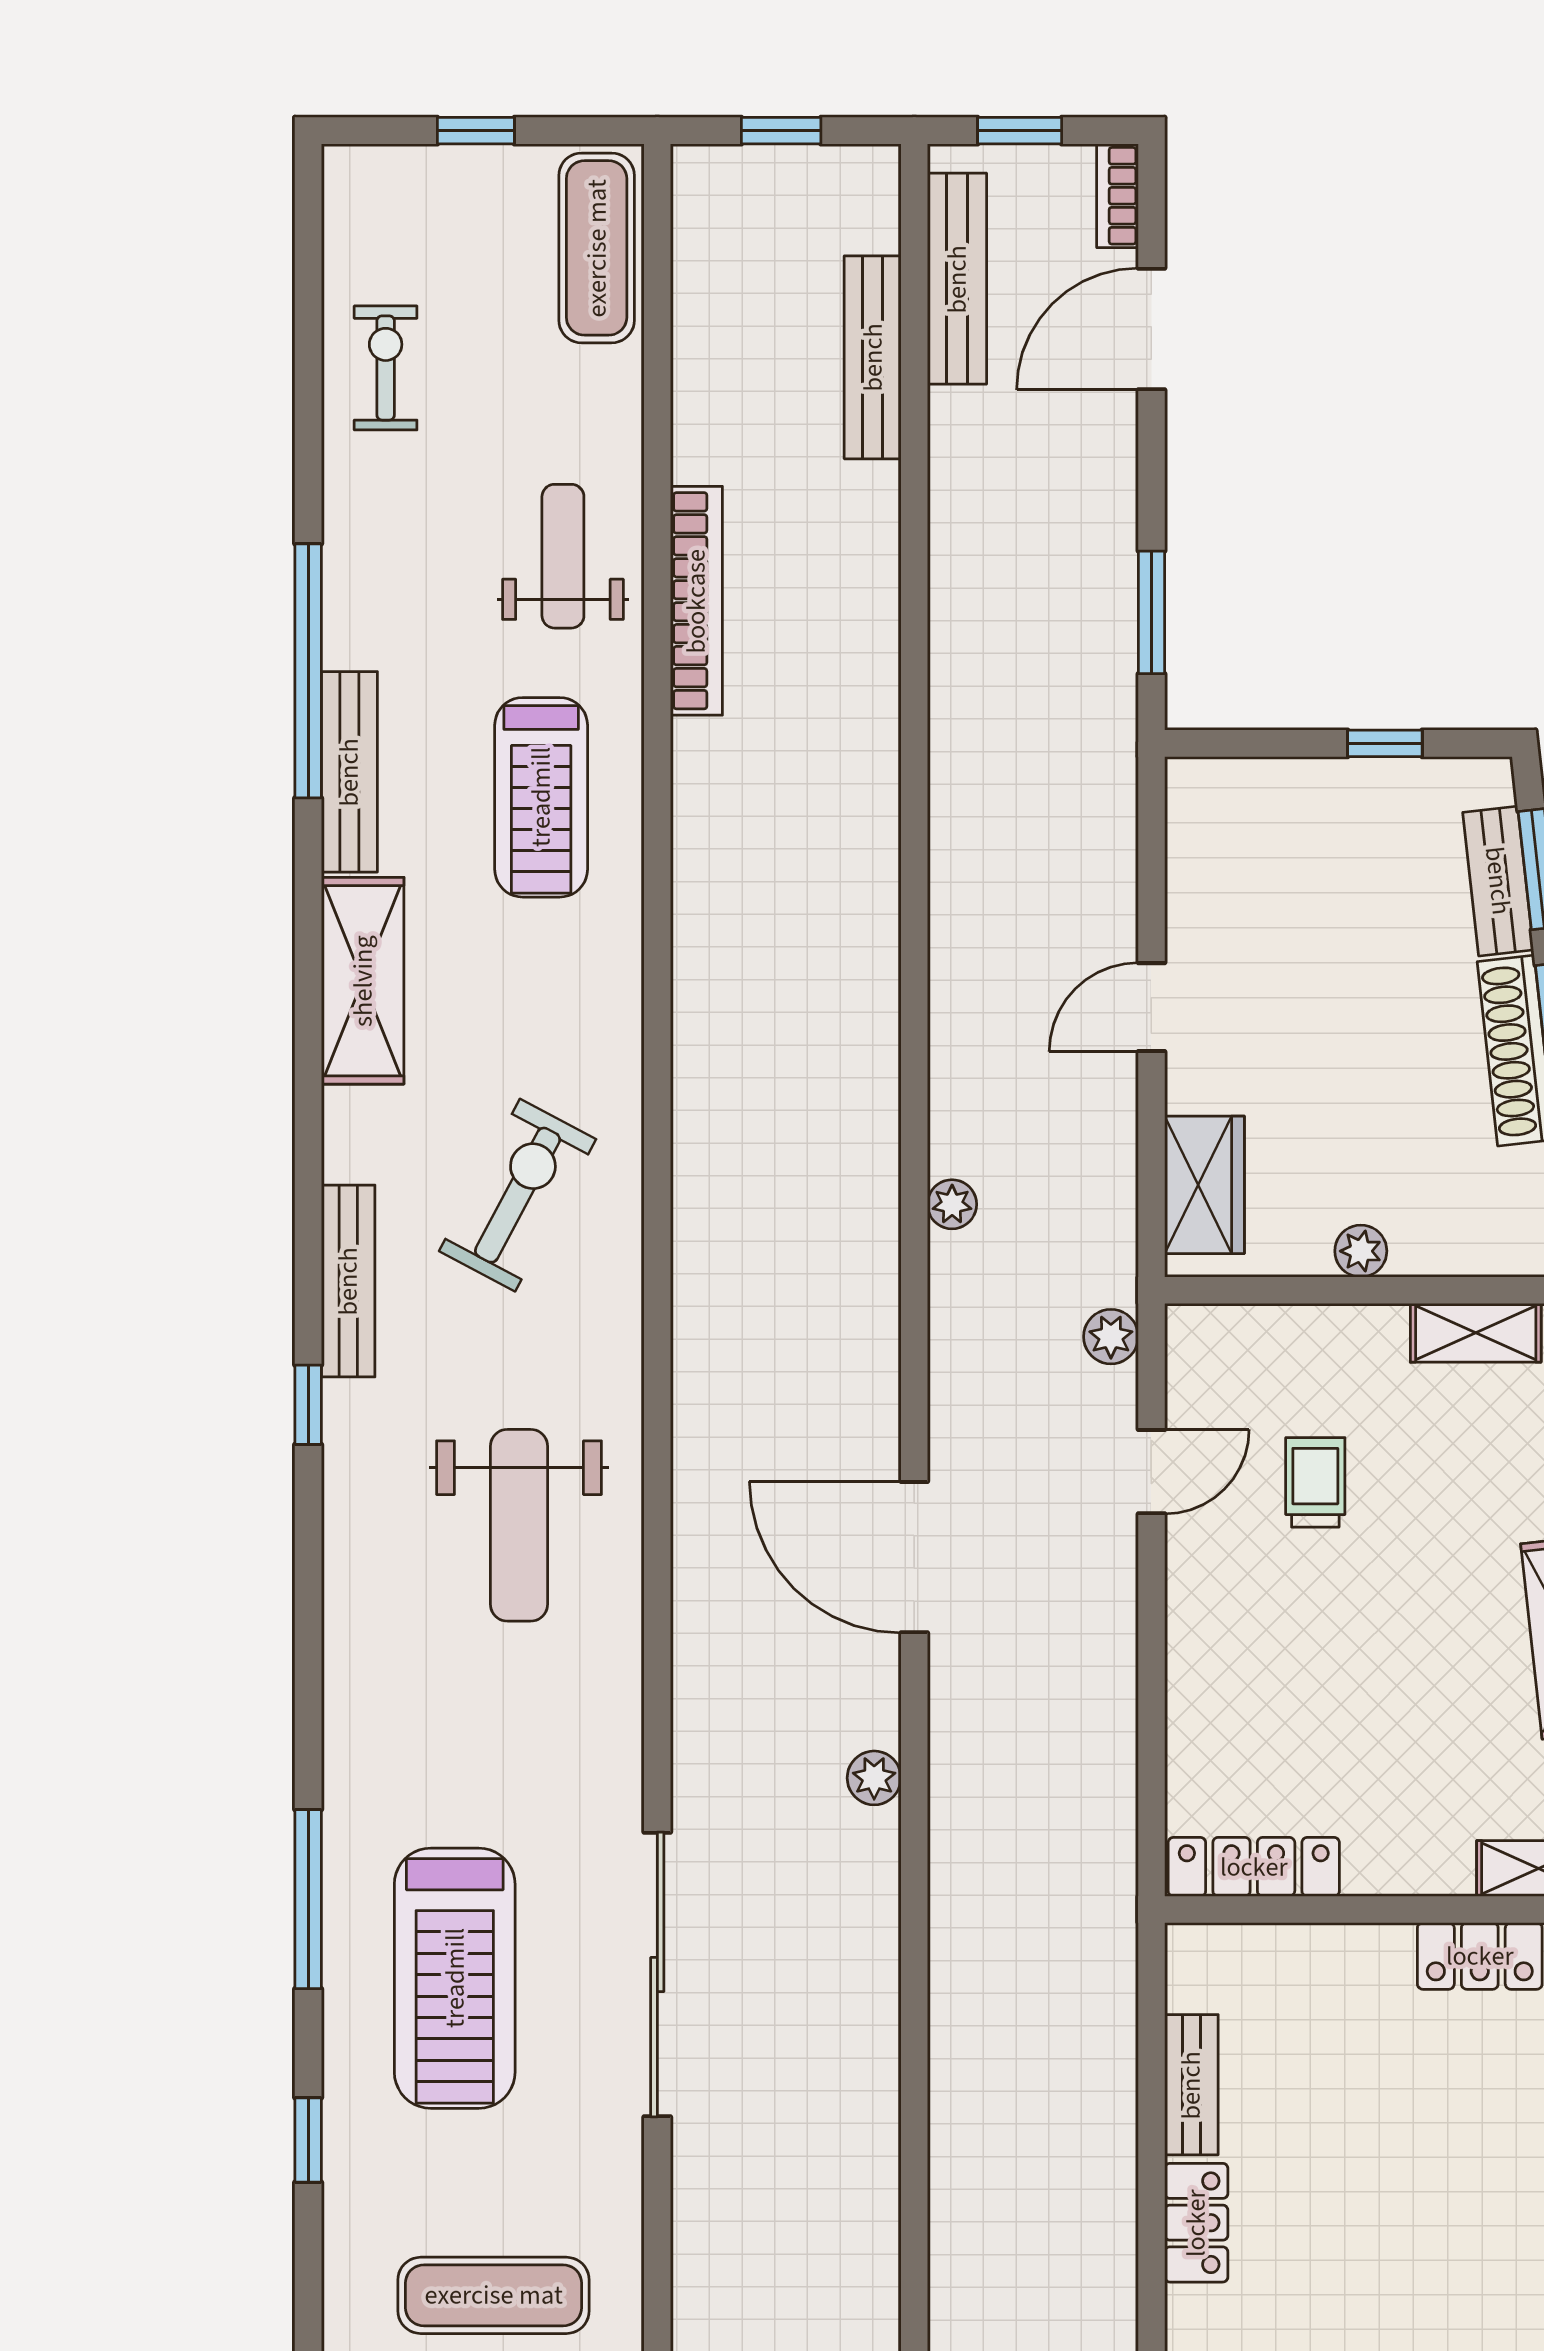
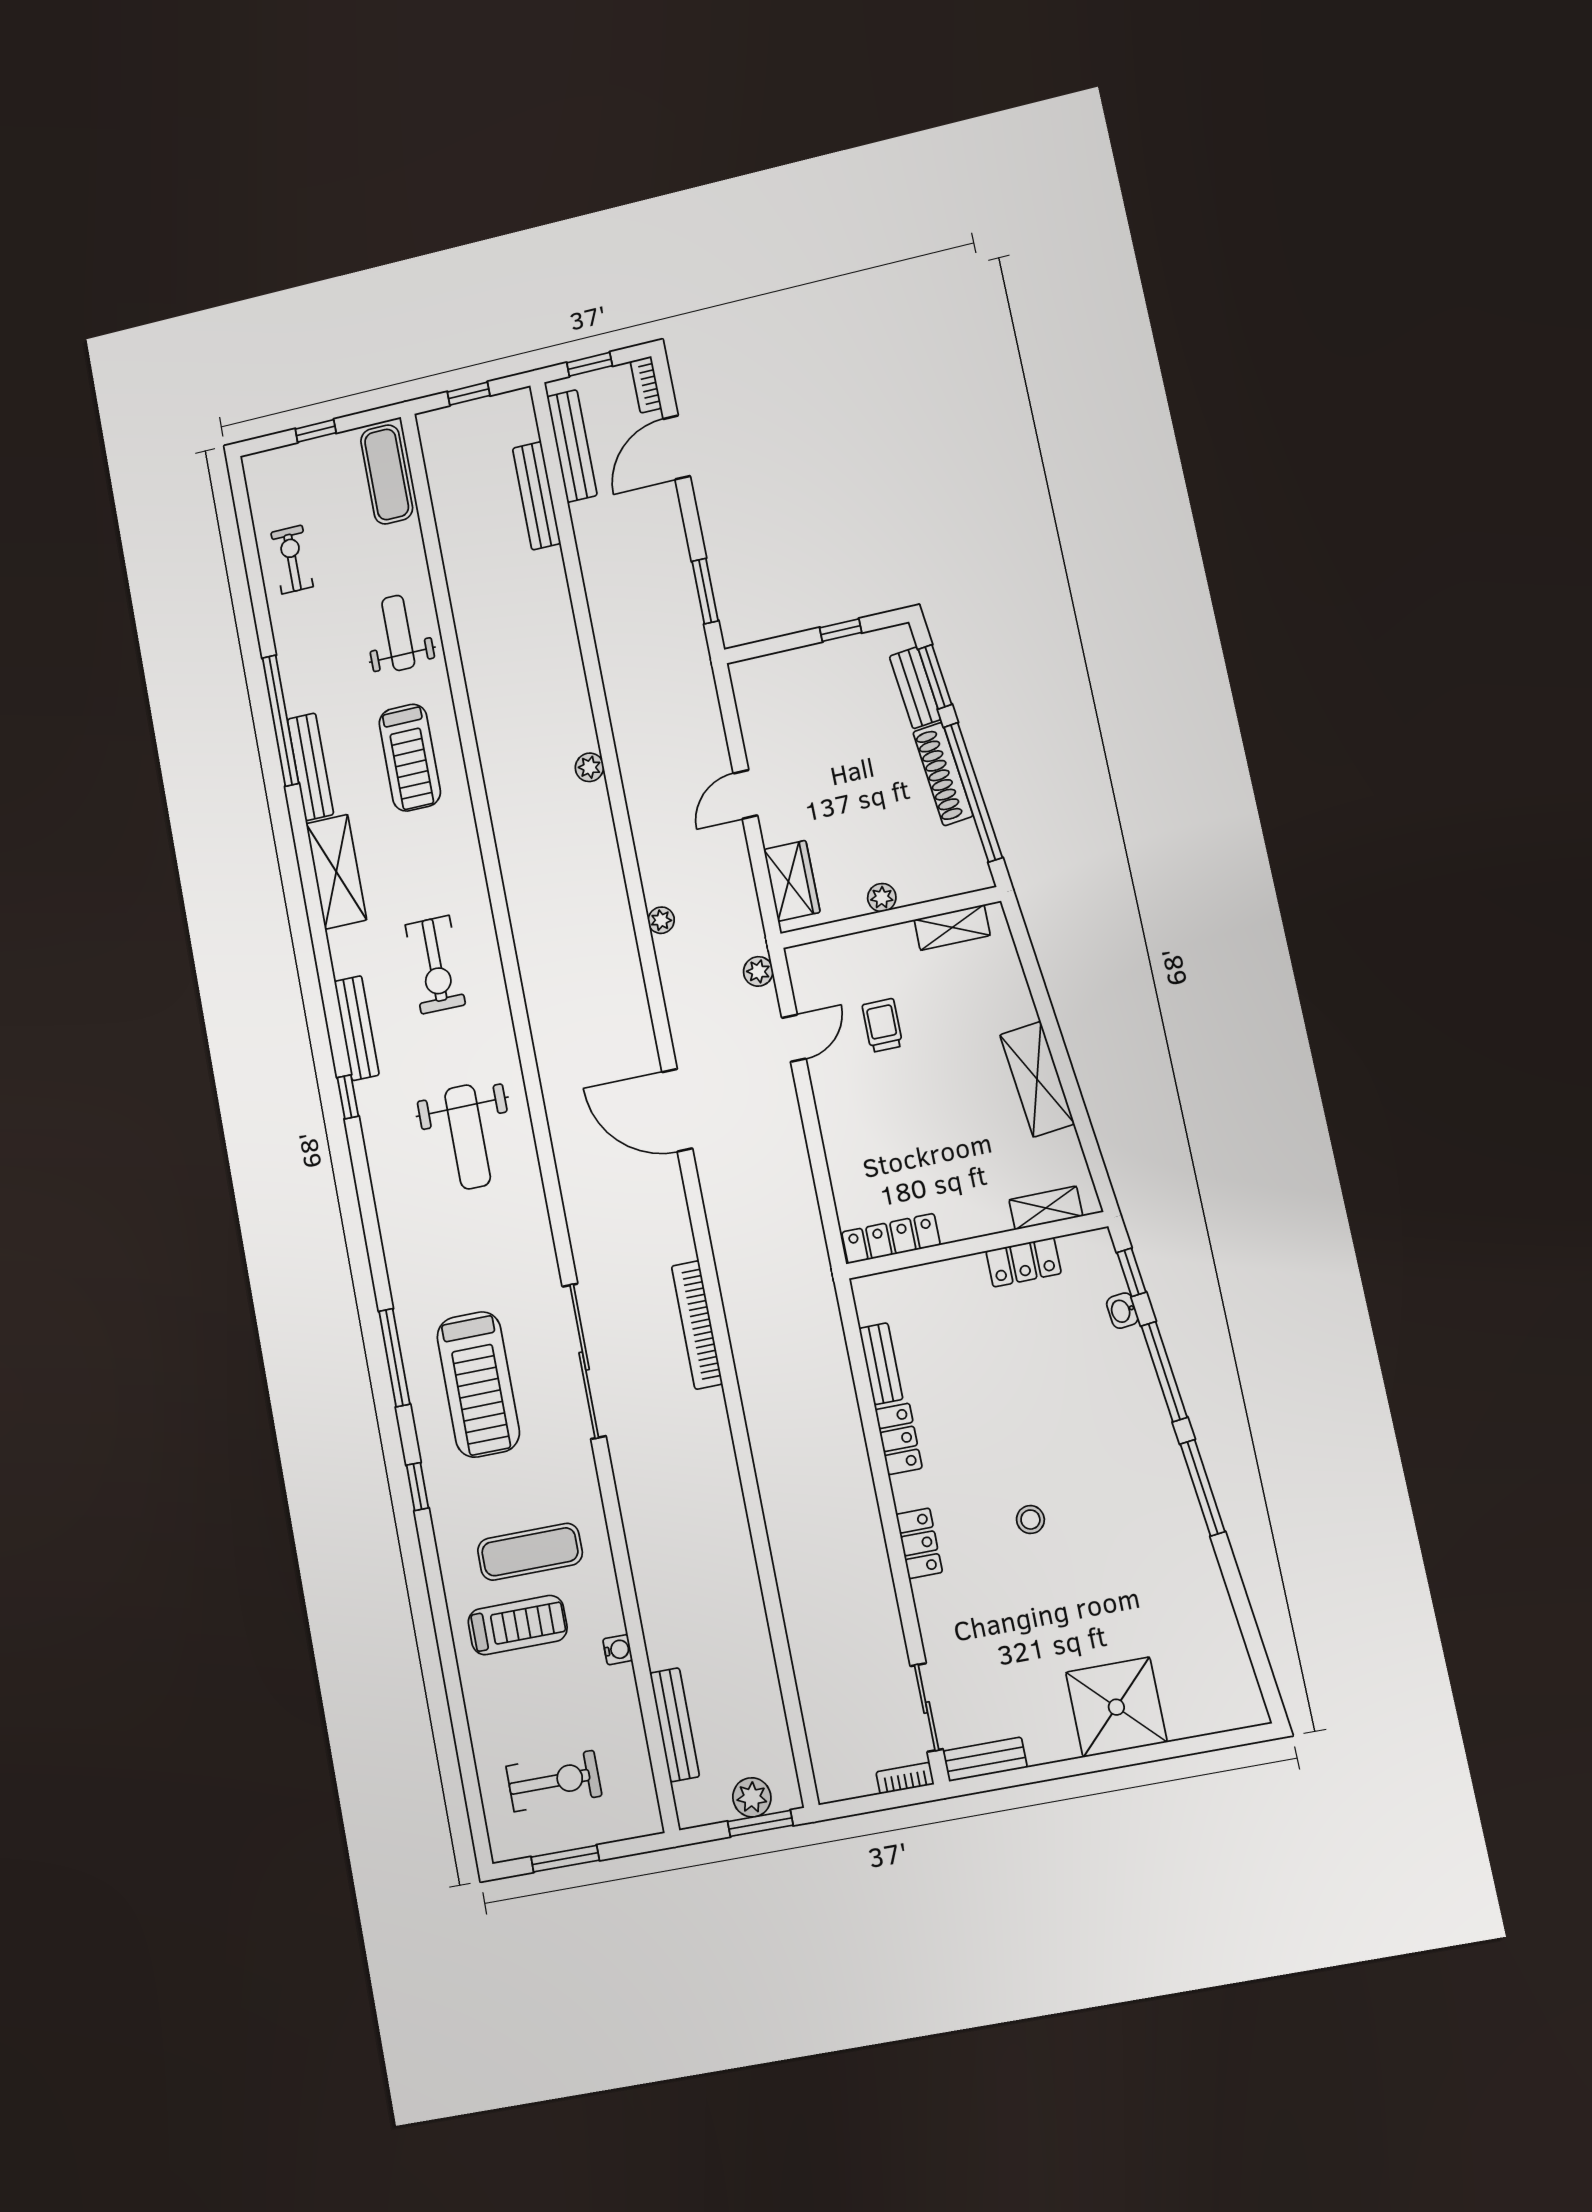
bookcase: (696, 601) -> (697, 1325), moved, turned 180
exercise bike: (518, 1195) -> (435, 965), turned 152
plant: (874, 1778) -> (589, 767), moved

